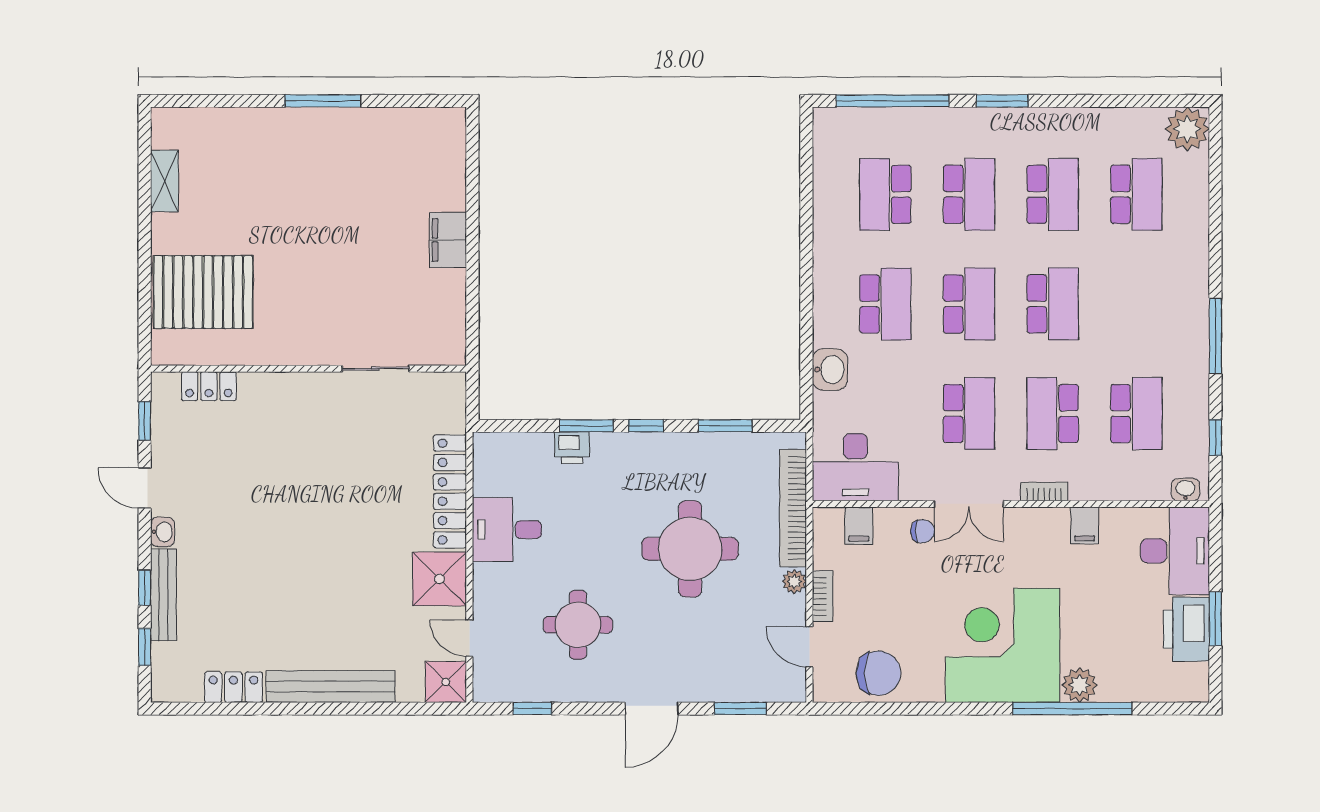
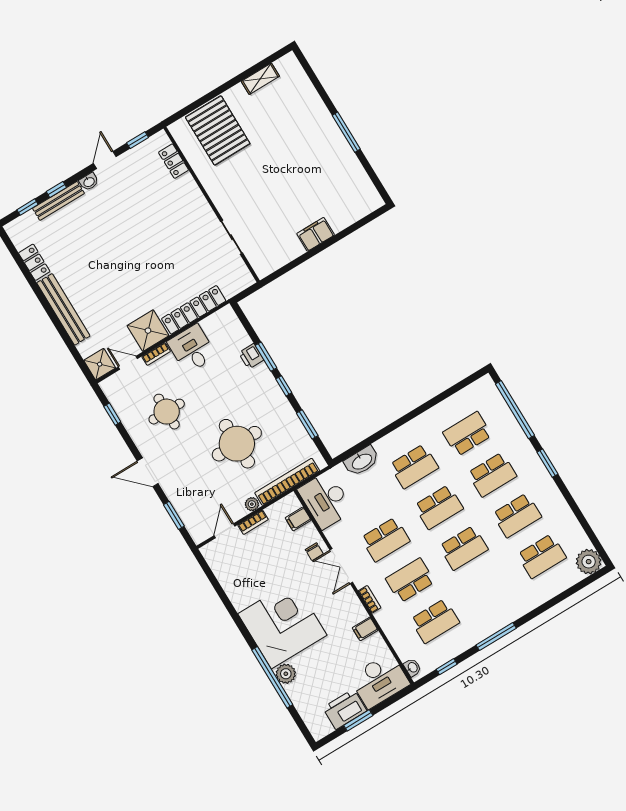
washbasin: (830, 370) -> (362, 461), width x1.38
bookcase: (482, 588) -> (156, 354), added
door: (469, 638) -> (128, 363), hinge flipped
chair: (878, 673) -> (232, 572), removed

